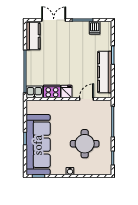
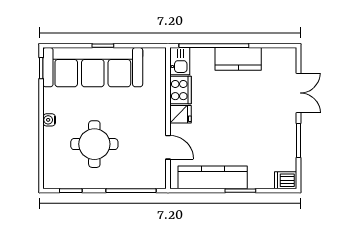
dishwasher: (95, 28) -> (286, 180), moved
kitchen counter: (33, 36) -> (238, 59), moved

